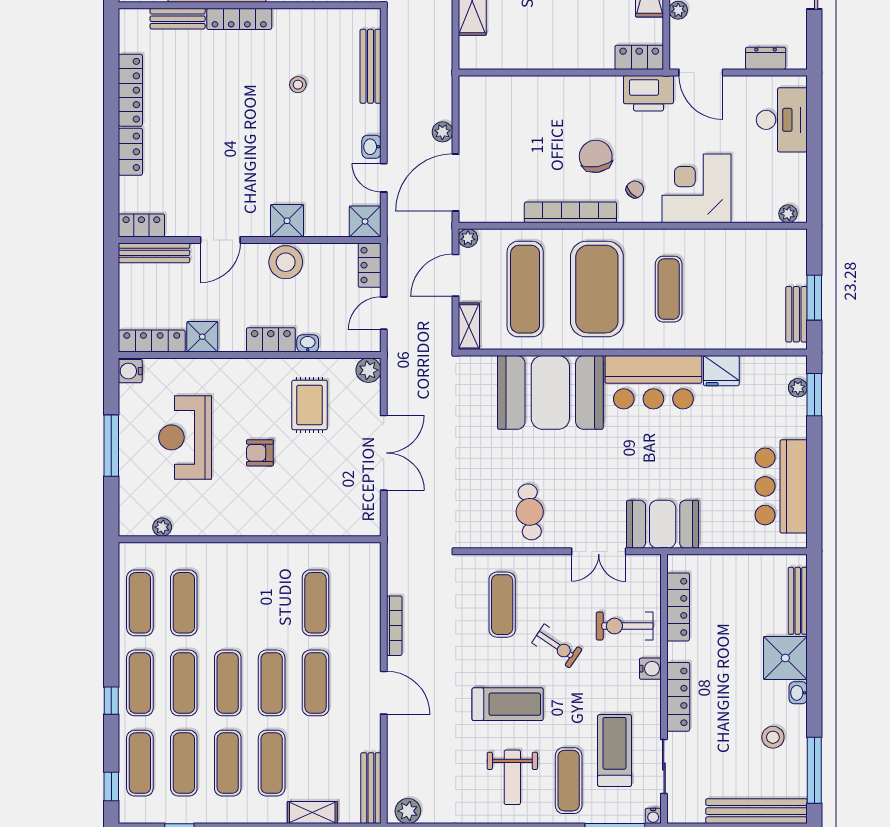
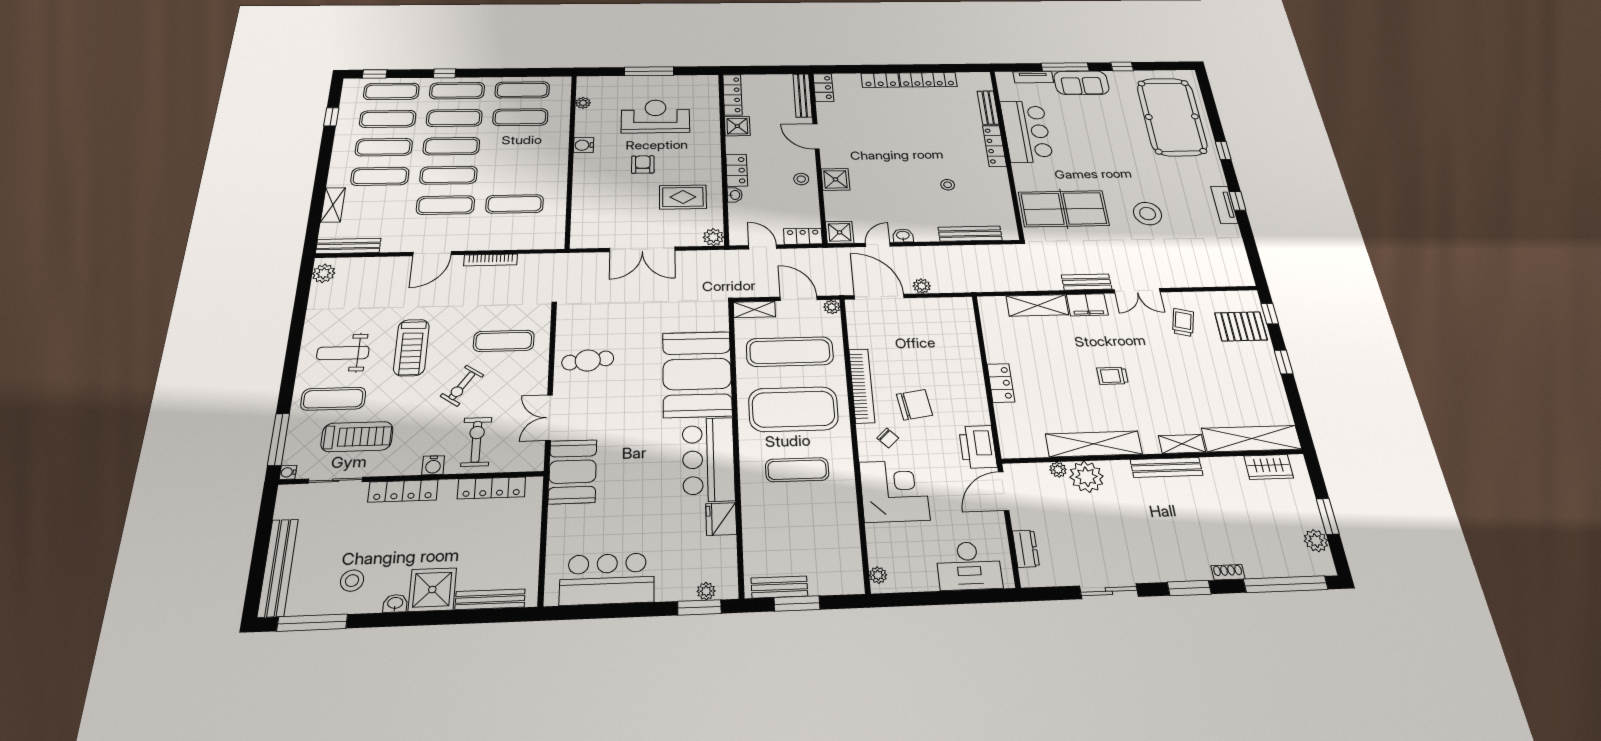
locker: (639, 57) -> (1001, 383), moved
stool: (286, 262) -> (801, 179), width x0.53, depth x0.53
water cooler: (130, 371) -> (584, 145), moved, turned -90

